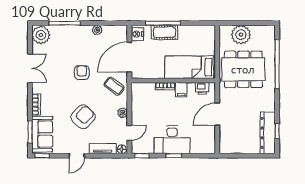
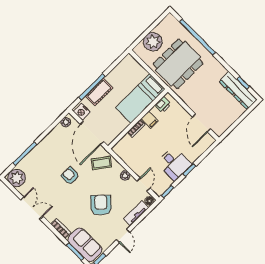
plant: (97, 30) -> (66, 122), moved
door: (217, 114) -> (202, 123), moved
desk: (172, 140) -> (174, 164), width x0.73

